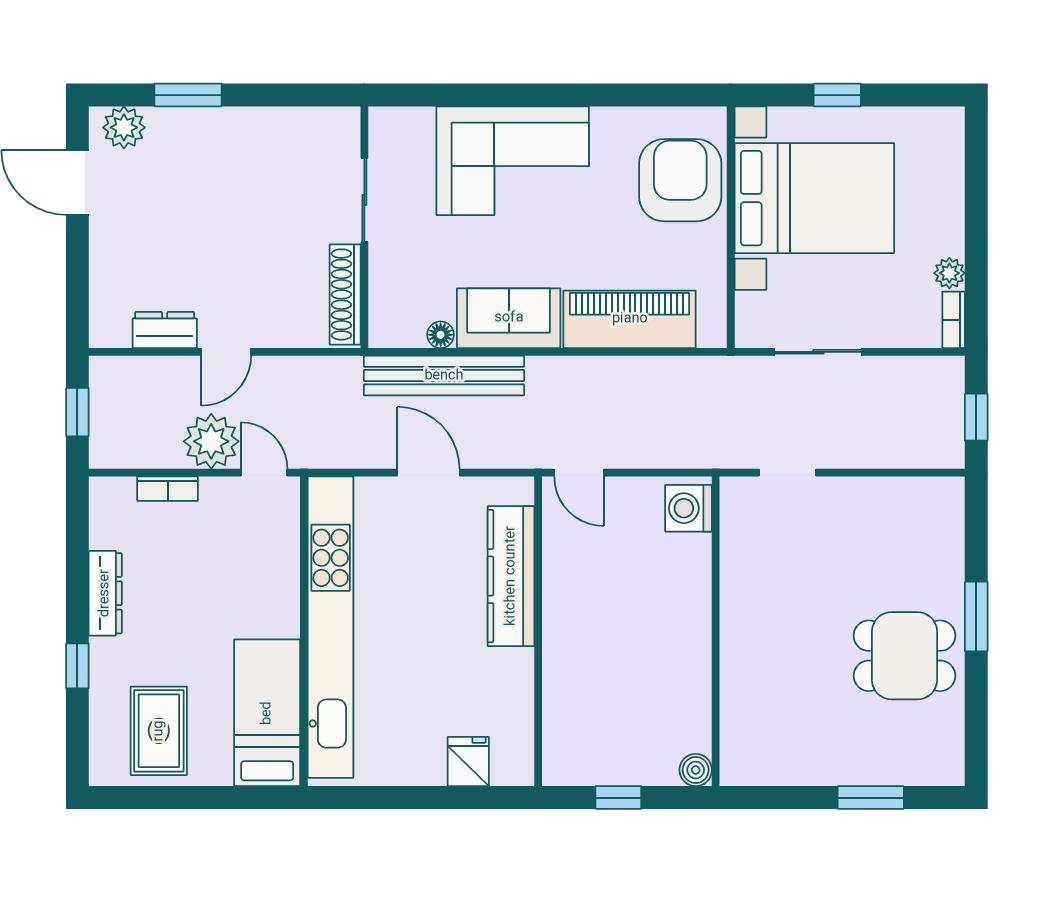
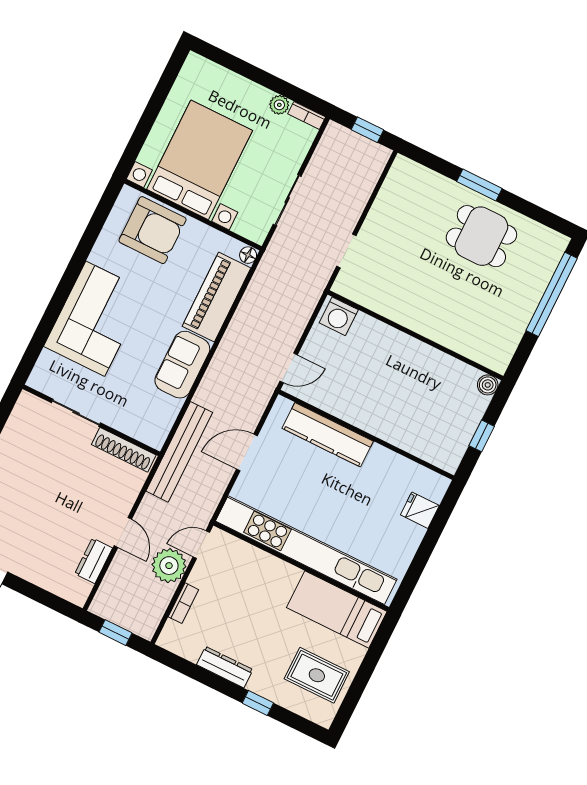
window: (837, 95) -> (148, 118), removed
armchair: (680, 180) -> (153, 230), turned 180
floor lamp: (441, 335) -> (248, 255), moved
bench: (444, 376) -> (179, 452), moved
dining table: (904, 656) -> (481, 236), turned 90
window: (871, 798) -> (552, 294), width x2.11

